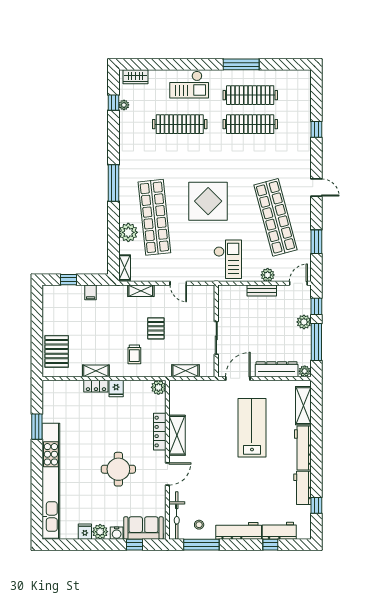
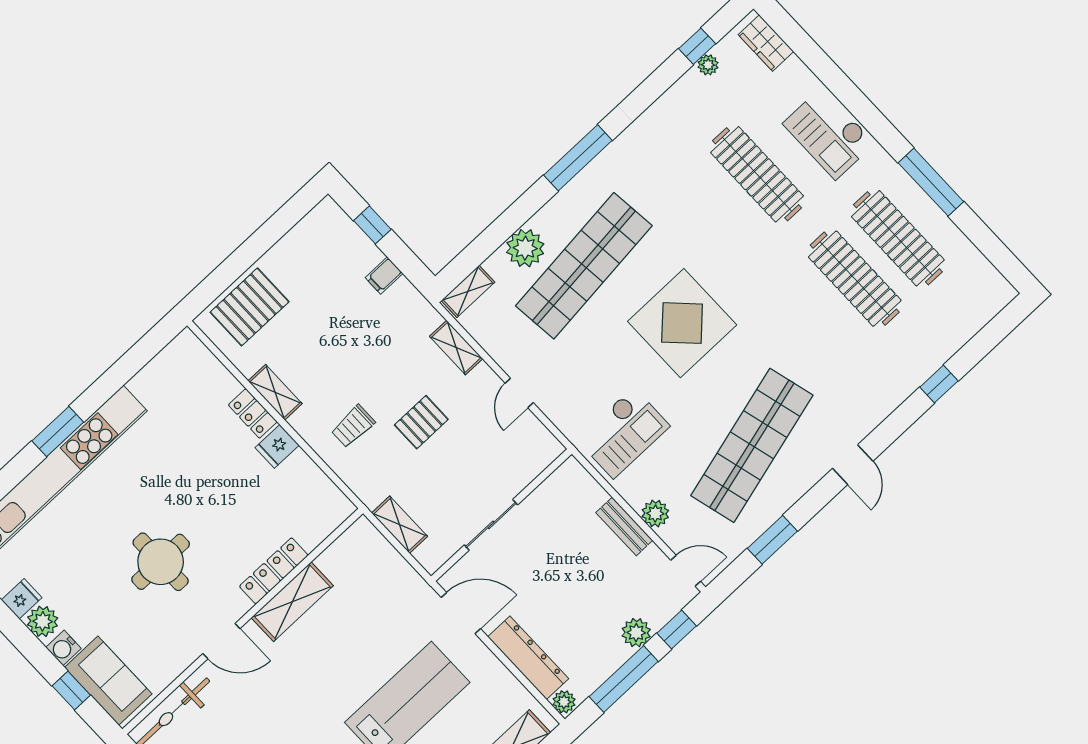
plant: (158, 387) -> (337, 508), removed
window: (37, 427) -> (58, 432), moved

